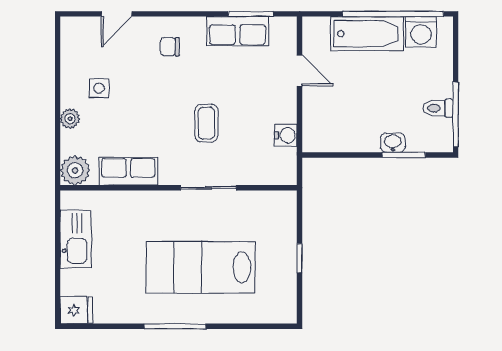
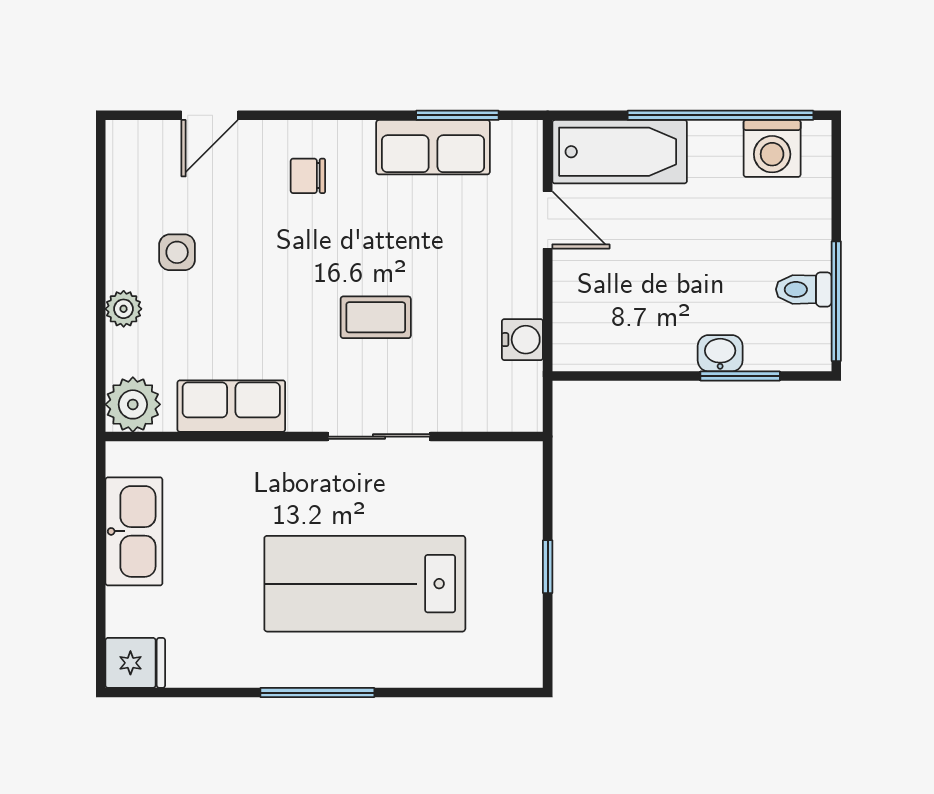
bathtub: (367, 34) -> (620, 152), moved
coffee table: (206, 123) -> (376, 317), turned 90

